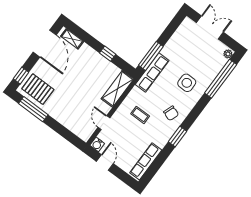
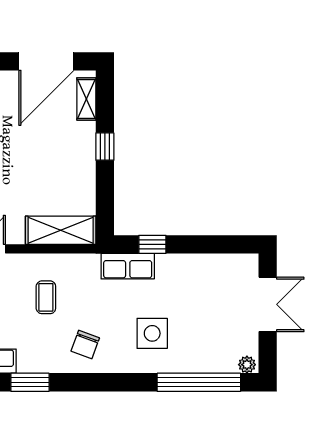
window: (108, 54) -> (105, 147), moved
window: (151, 56) -> (152, 244), width x0.46
row of seats: (152, 72) -> (128, 266), width x0.68
window: (177, 137) -> (30, 382), moved

